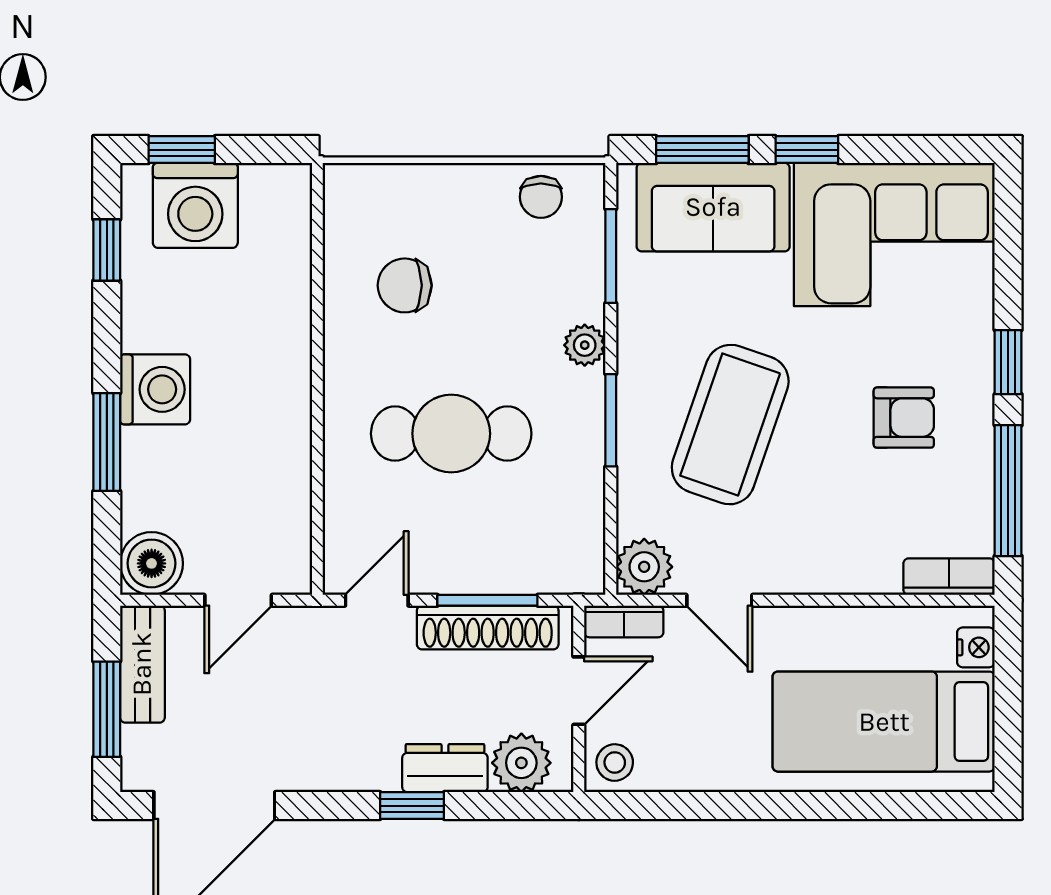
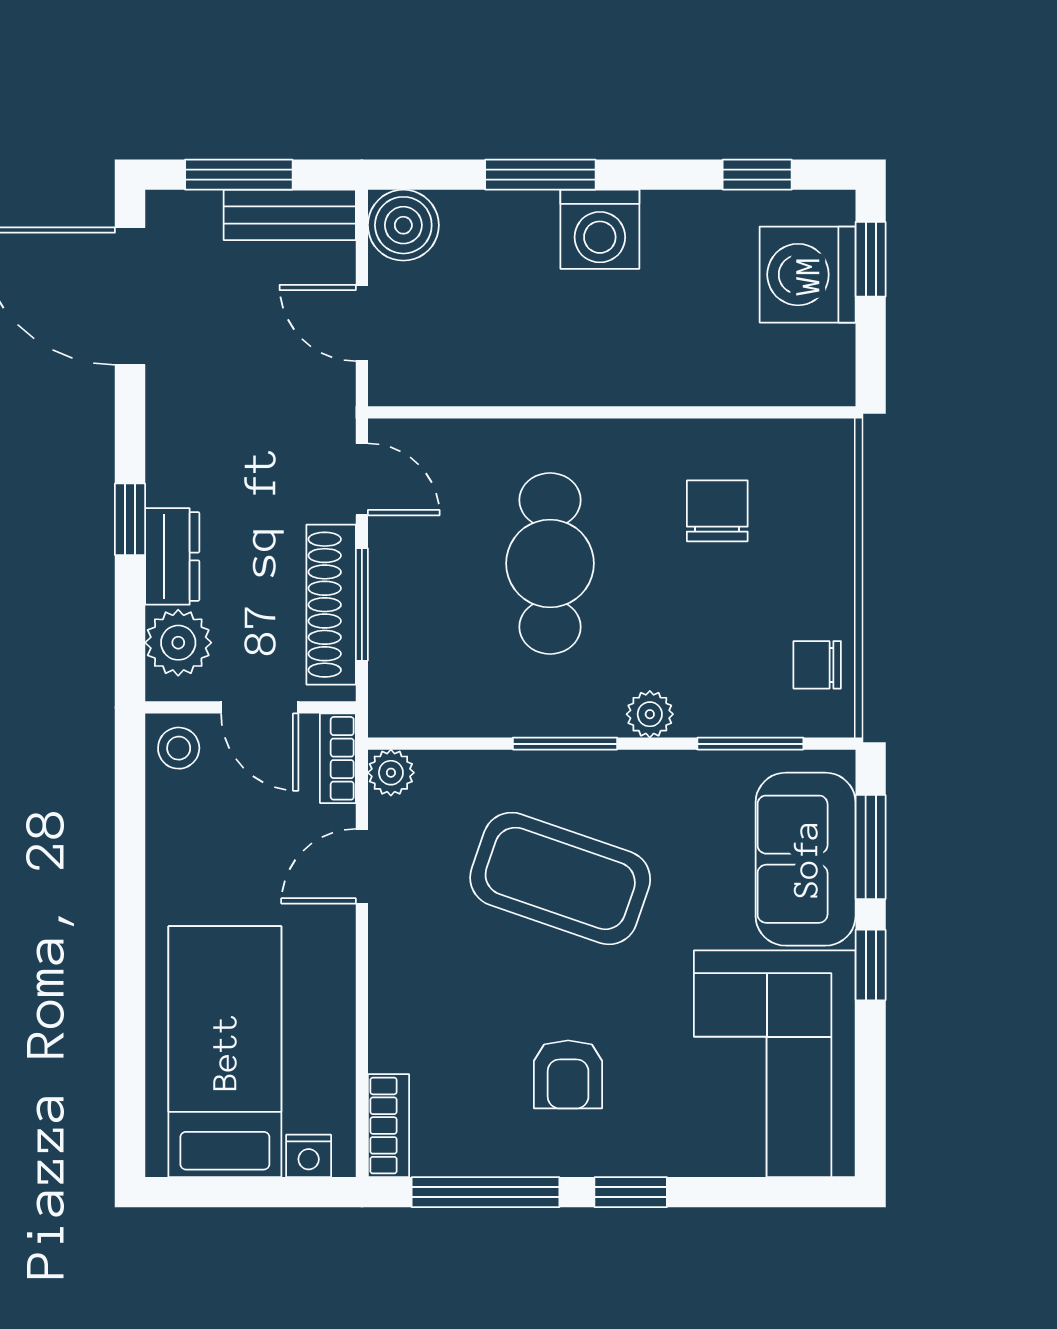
plant: (644, 567) -> (391, 773), width x0.73, depth x0.73

